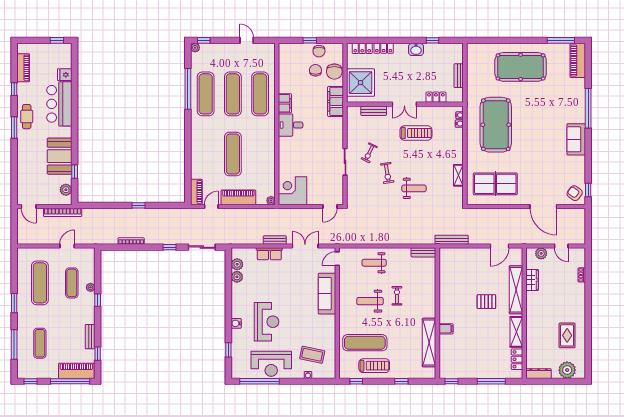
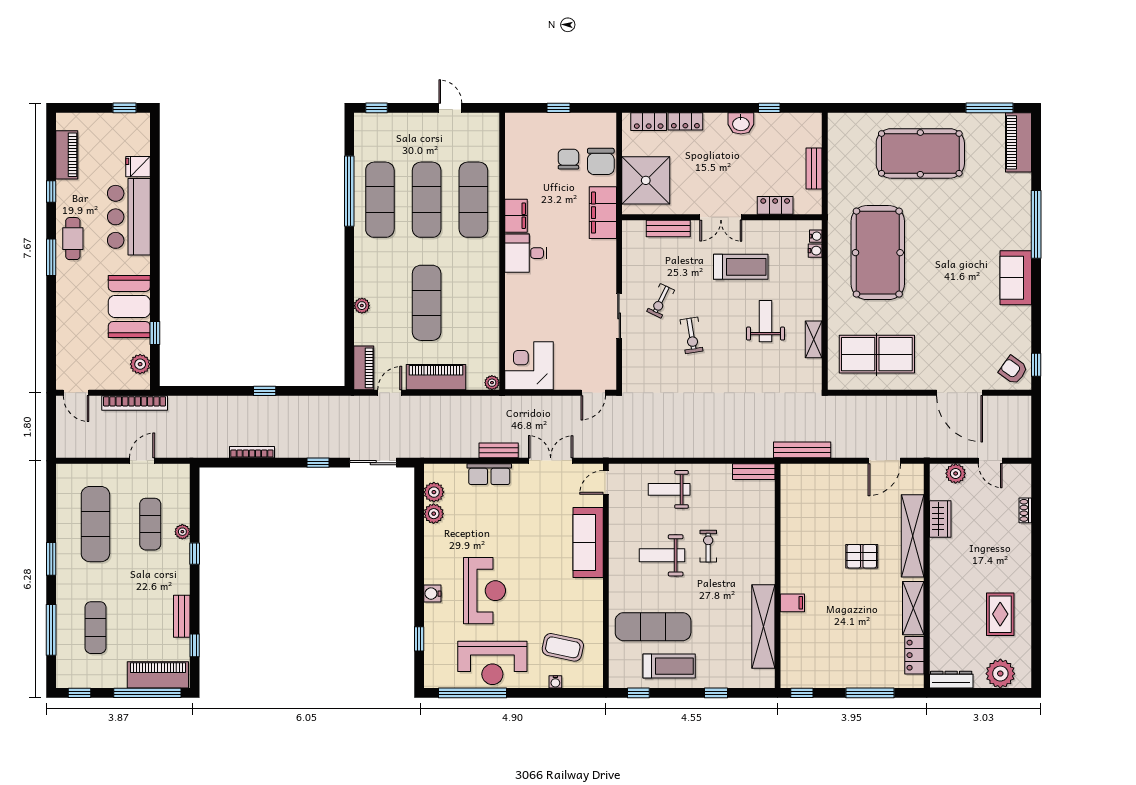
plant: (195, 48) -> (362, 306), moved
chair: (319, 51) -> (574, 126), removed
weight bench: (414, 188) -> (766, 321), moved, turned -90

